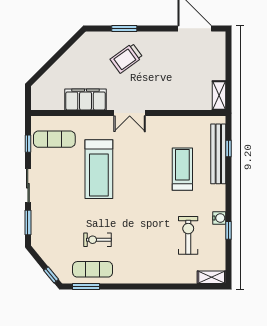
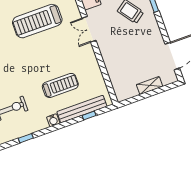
shelving: (219, 95) -> (150, 86), moved
water cooler: (219, 218) -> (53, 120), moved

